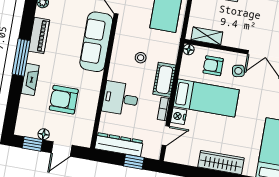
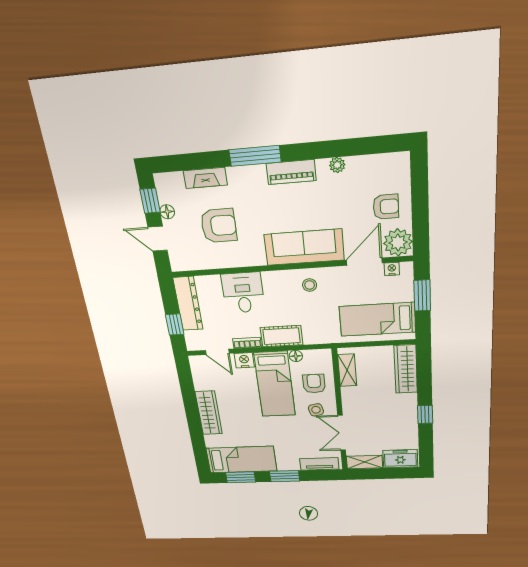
floor lamp: (189, 50) -> (296, 356), moved
stool: (141, 58) -> (310, 285), moved
fireplace: (30, 79) -> (205, 178), moved
armchair: (64, 100) -> (219, 226), turned 90

